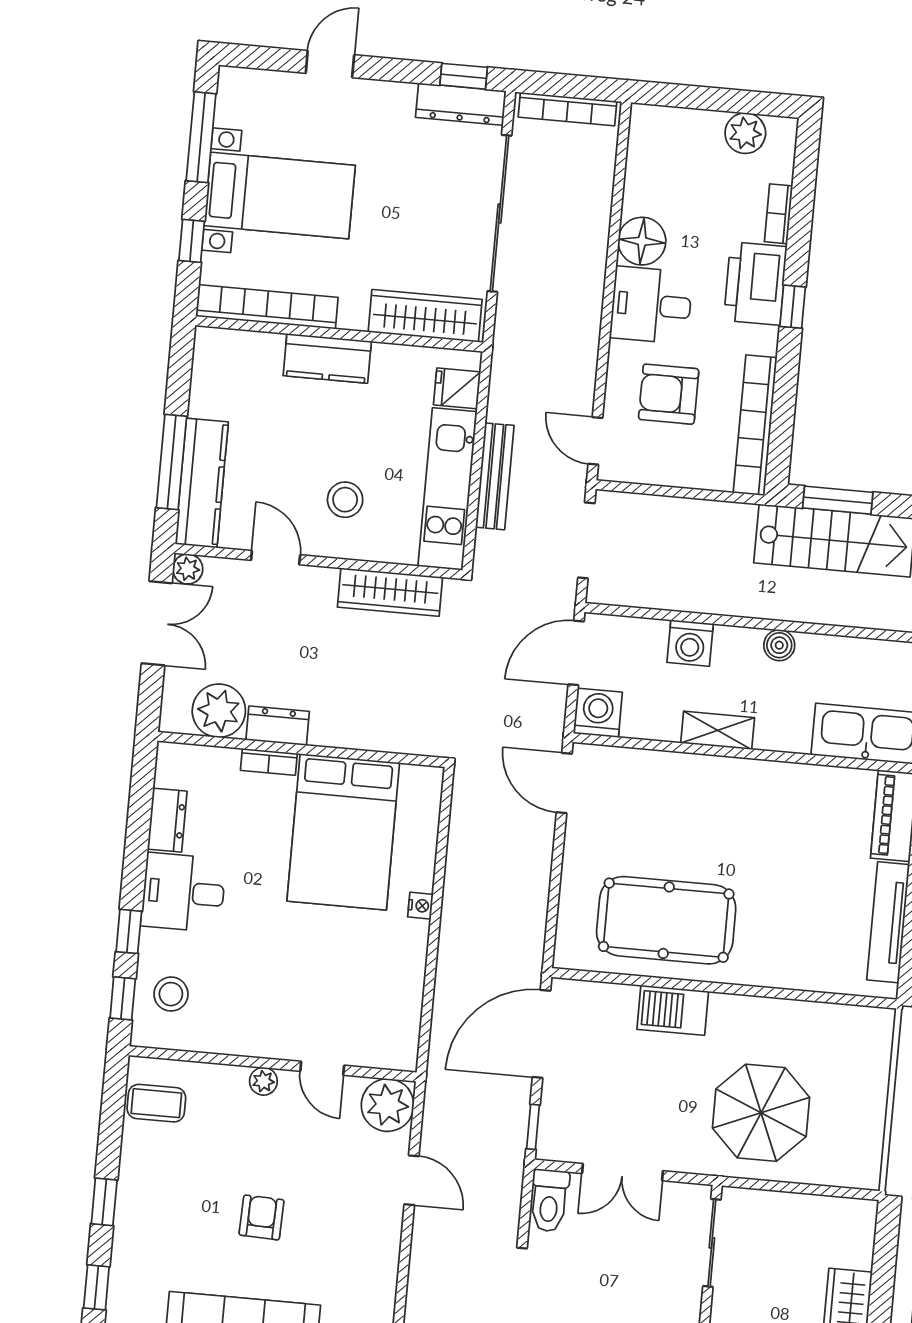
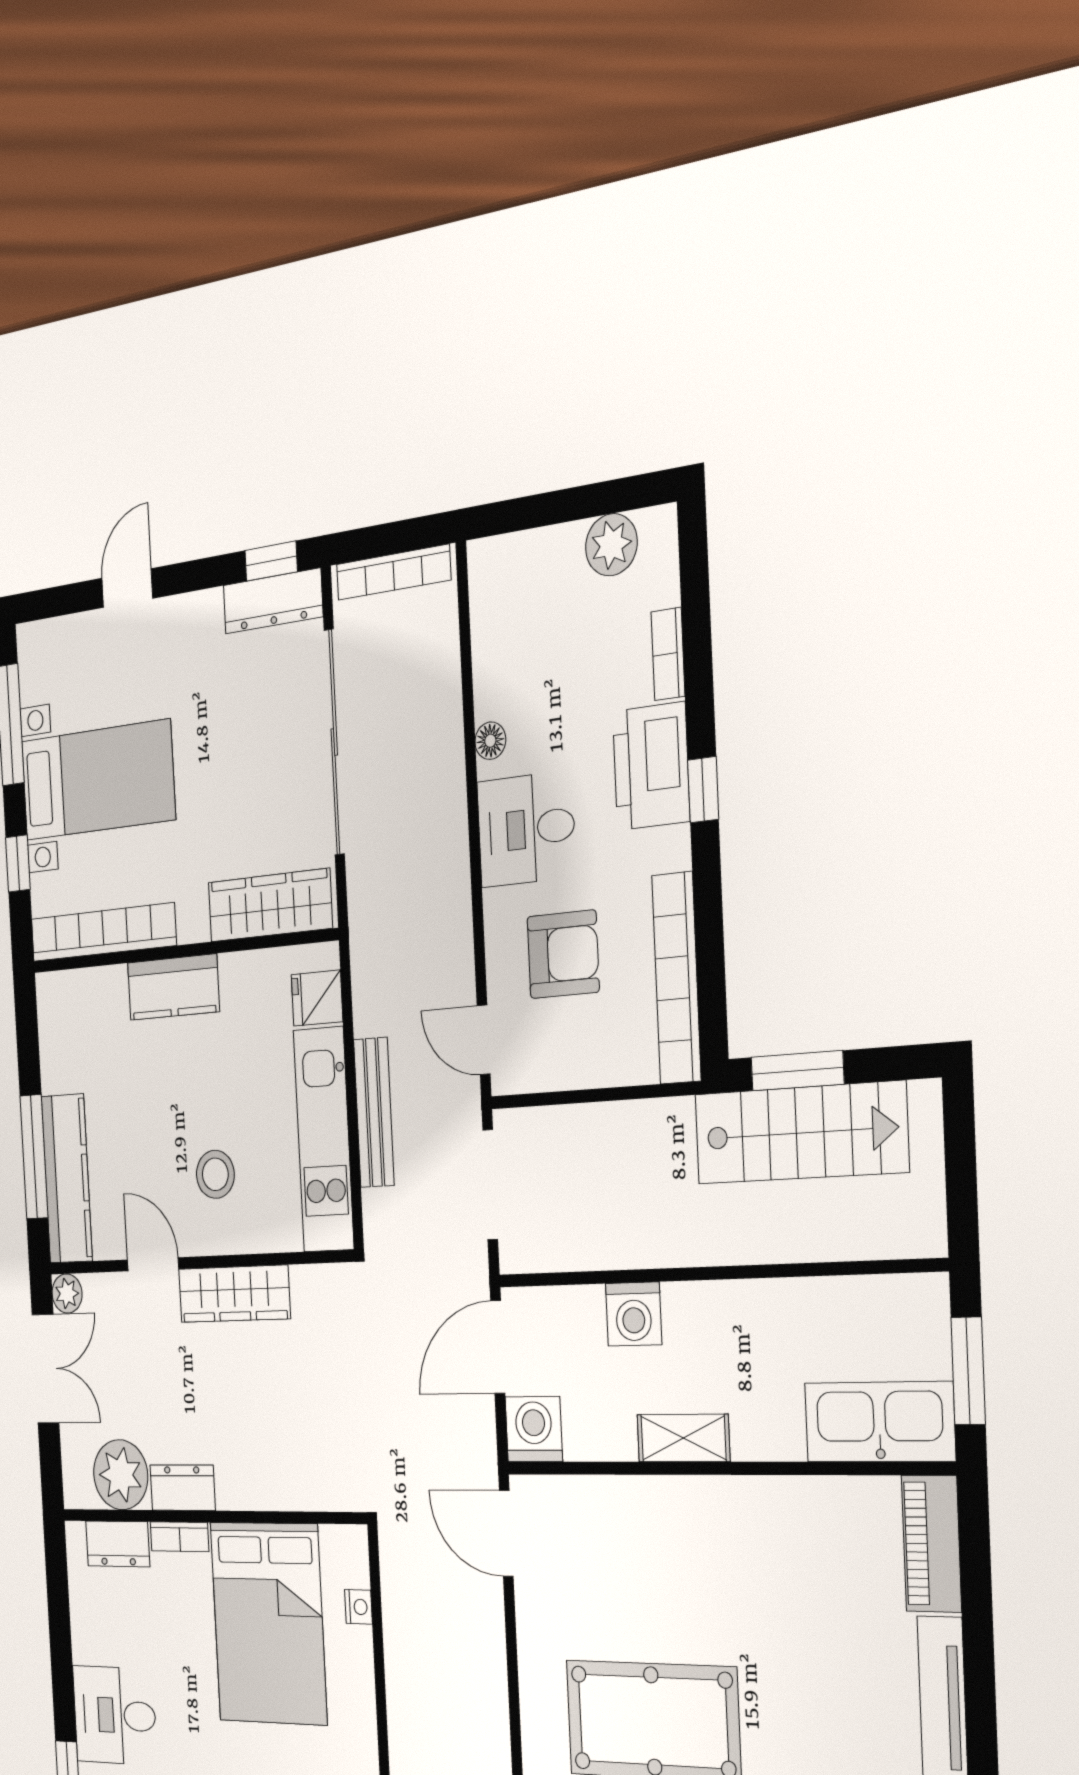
floor lamp: (642, 241) -> (490, 741), width x0.53, depth x0.53
armchair: (669, 394) -> (563, 954), turned 180
wardrobe: (390, 592) -> (234, 1294), moved
boiler: (779, 645) -> (747, 1302), removed
dresser: (167, 820) -> (118, 1544), moved, turned 90
nightstand: (420, 906) -> (358, 1607), moved

